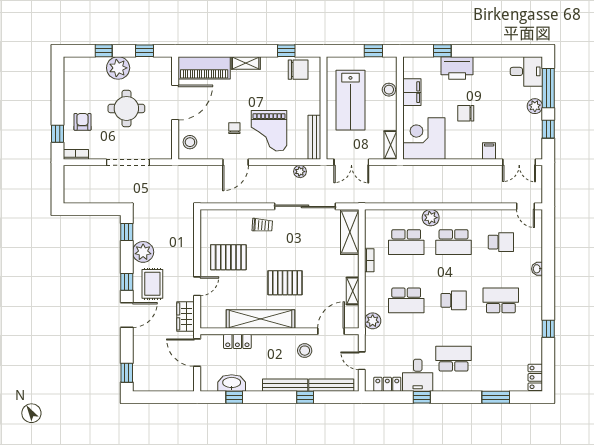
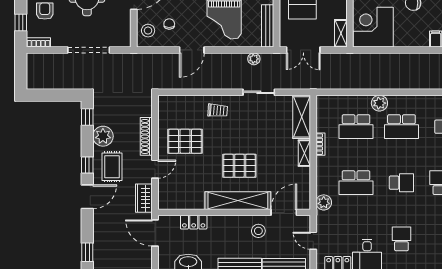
chair: (234, 128) -> (169, 24), moved
sliding door: (305, 206) -> (259, 92), width x0.54
shoe rack: (188, 252) -> (146, 136), added
shelving: (353, 291) -> (304, 153), moved
shelving: (261, 319) -> (238, 201), moved
school desk: (454, 359) -> (401, 239), width x0.54

